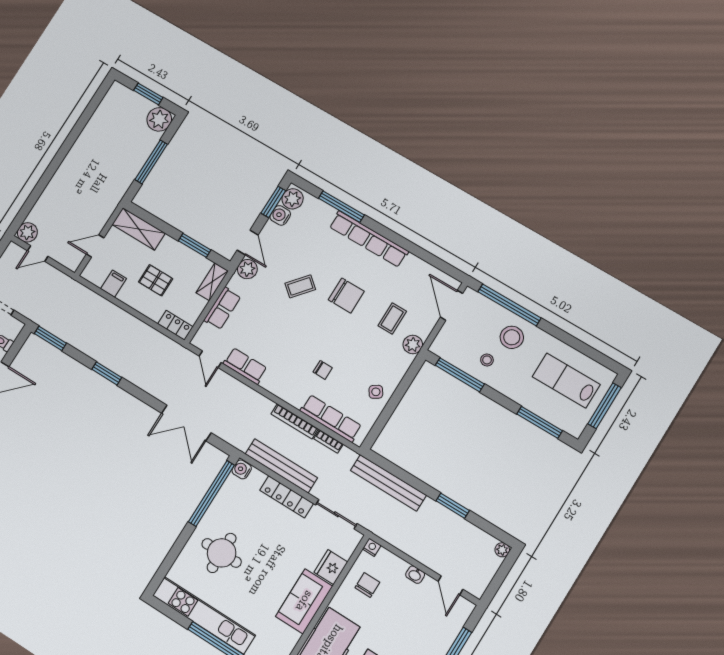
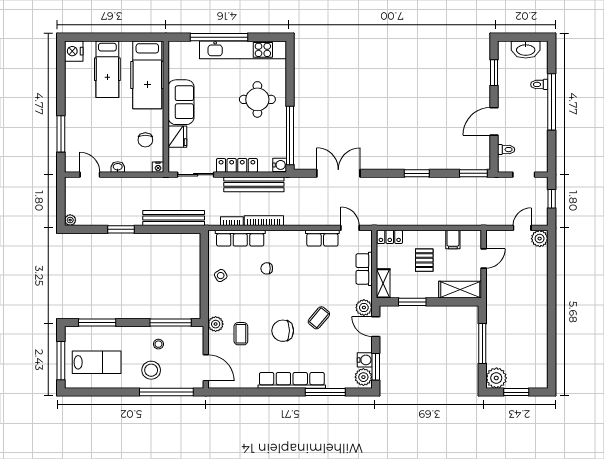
pallet: (156, 280) -> (424, 260), turned 90

